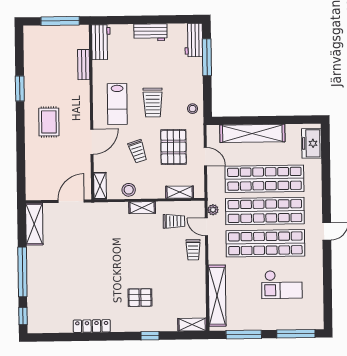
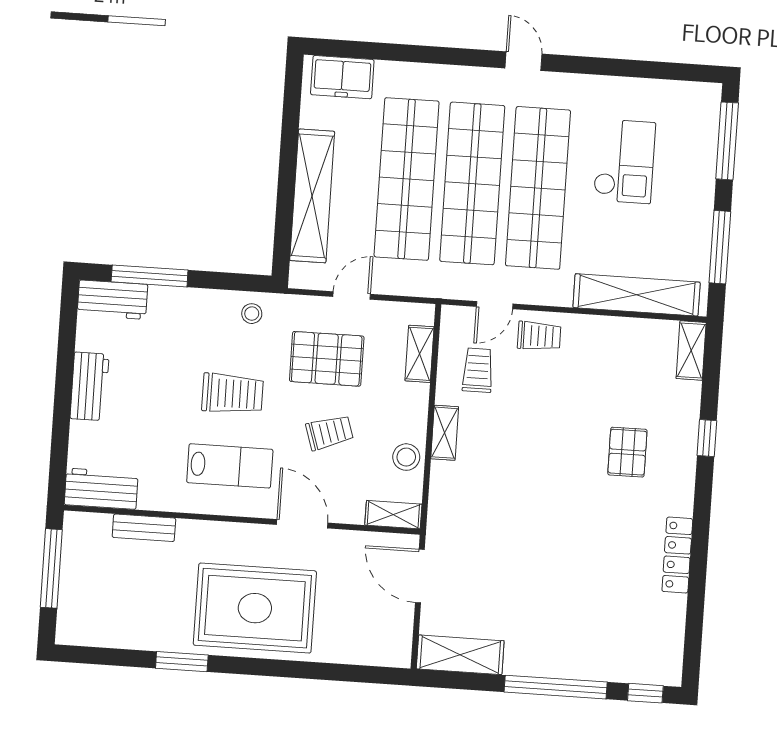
rug: (49, 122) -> (255, 608), width x1.86, depth x2.06
plant: (213, 210) -> (461, 289), removed

